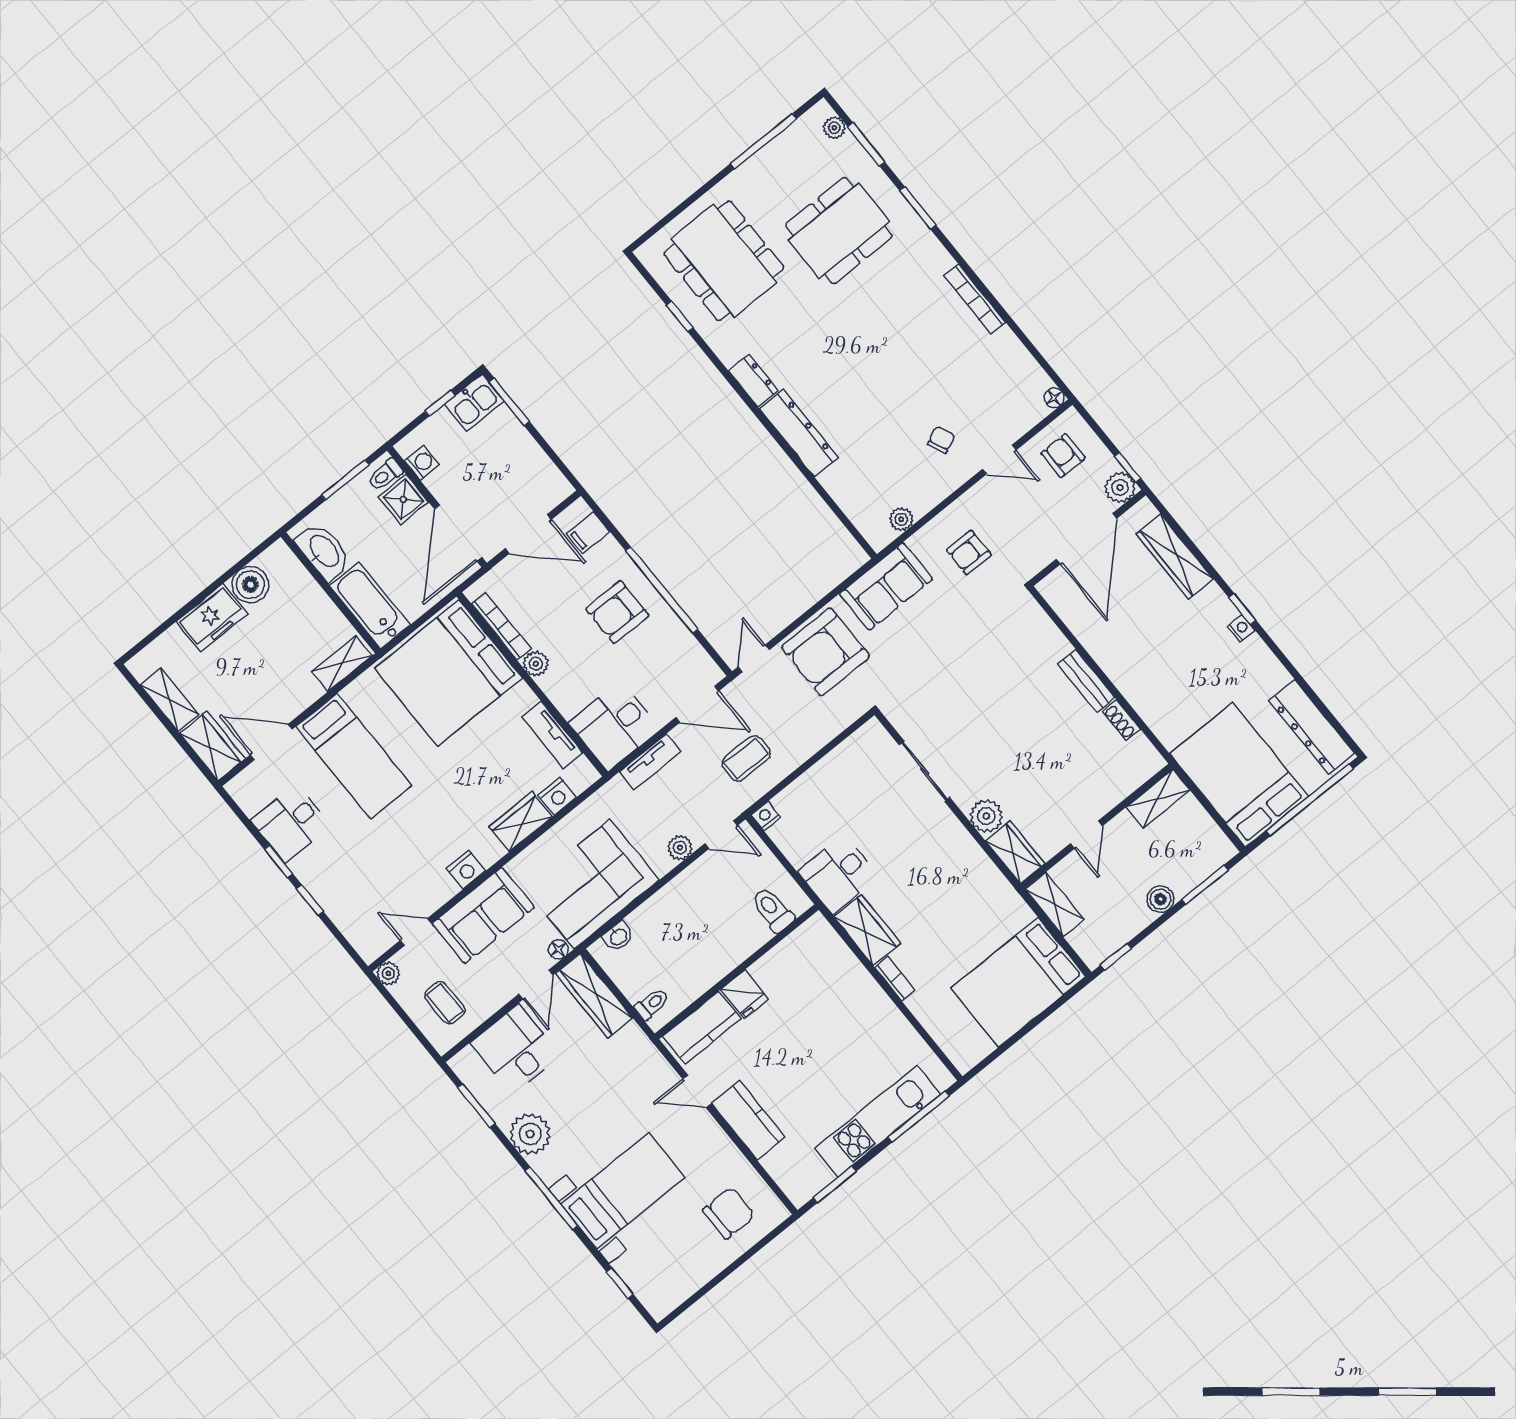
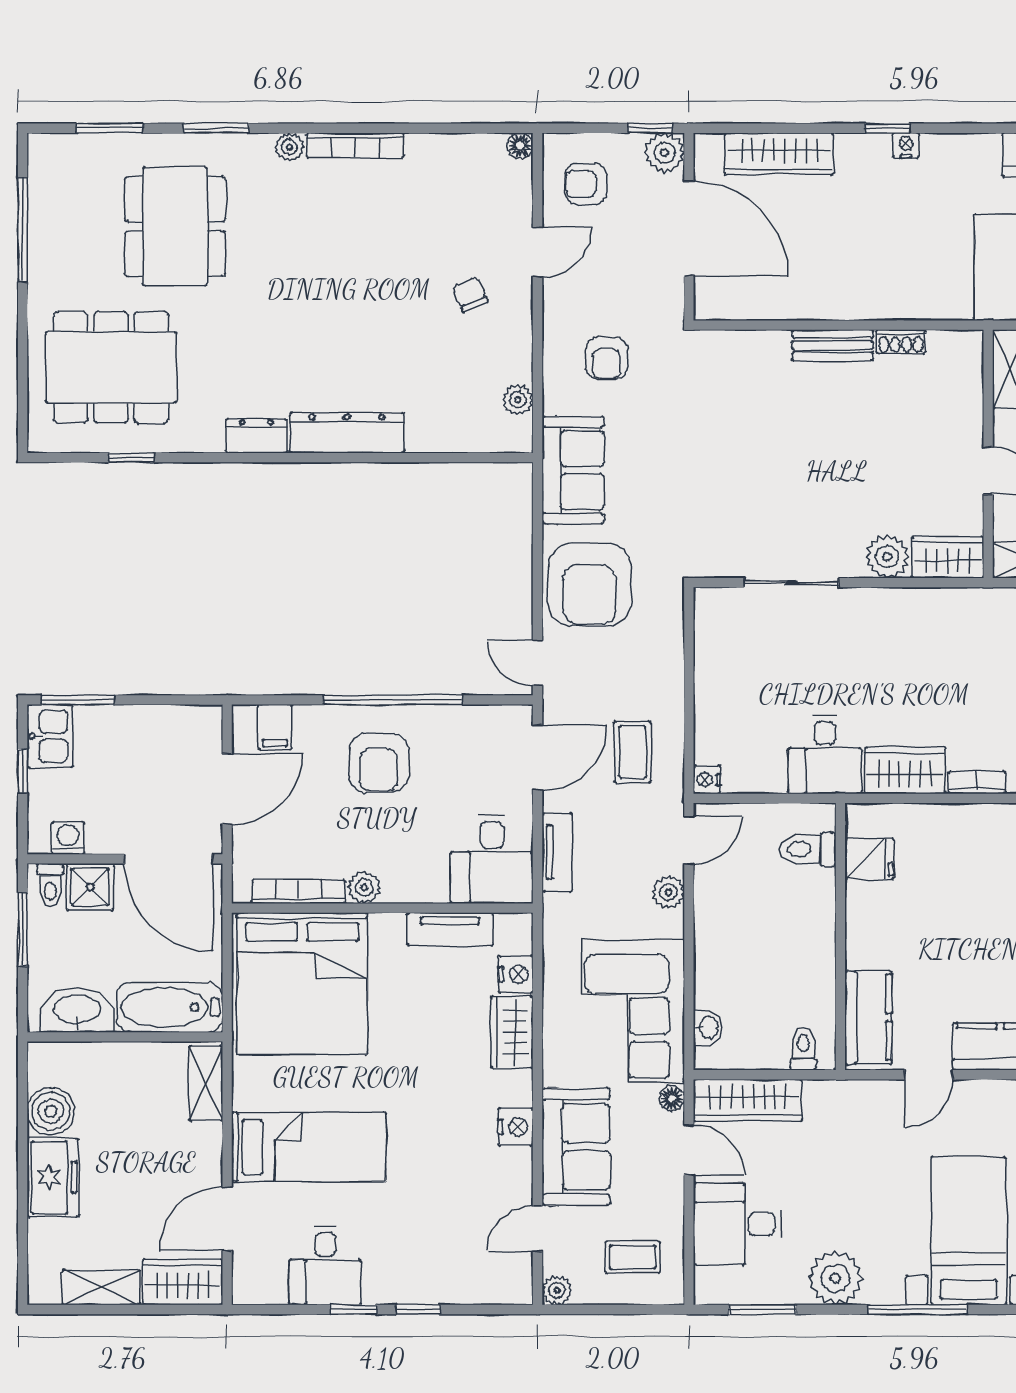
plant: (834, 128) -> (289, 147), moved
fridge: (745, 994) -> (869, 859), moved

